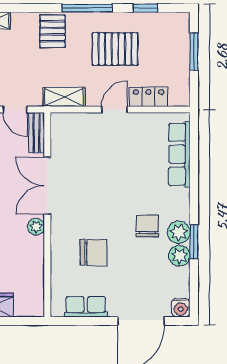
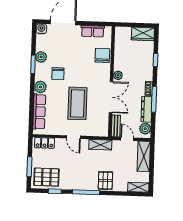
pallet: (115, 49) -> (46, 177), moved
locker: (148, 97) -> (45, 143), moved
door: (114, 109) -> (73, 137), hinge flipped
coffee table: (109, 172) -> (77, 103), added
plant: (179, 232) -> (40, 87), moved
chair: (94, 252) -> (102, 55), moved, turned 90

